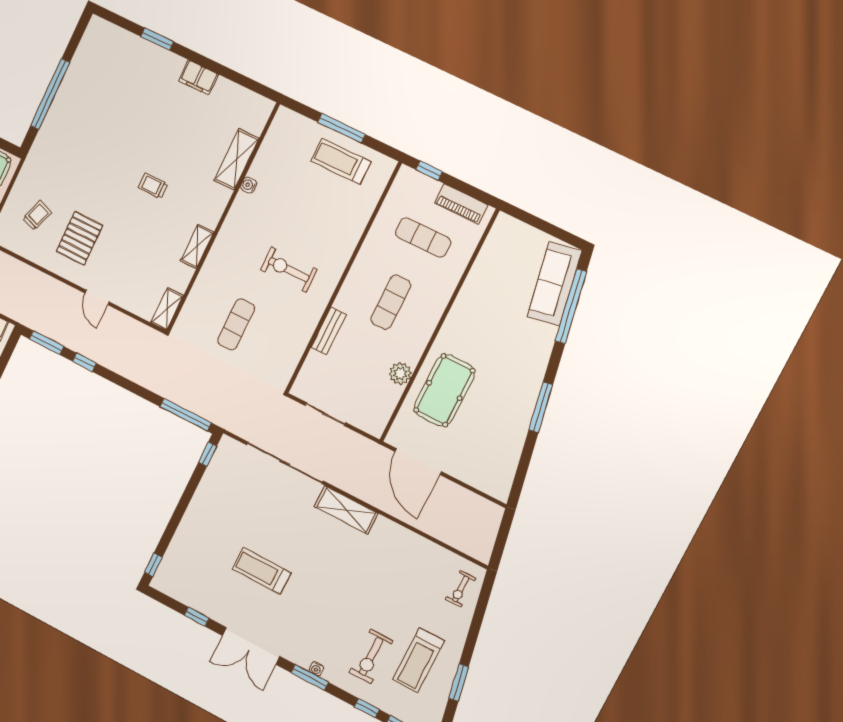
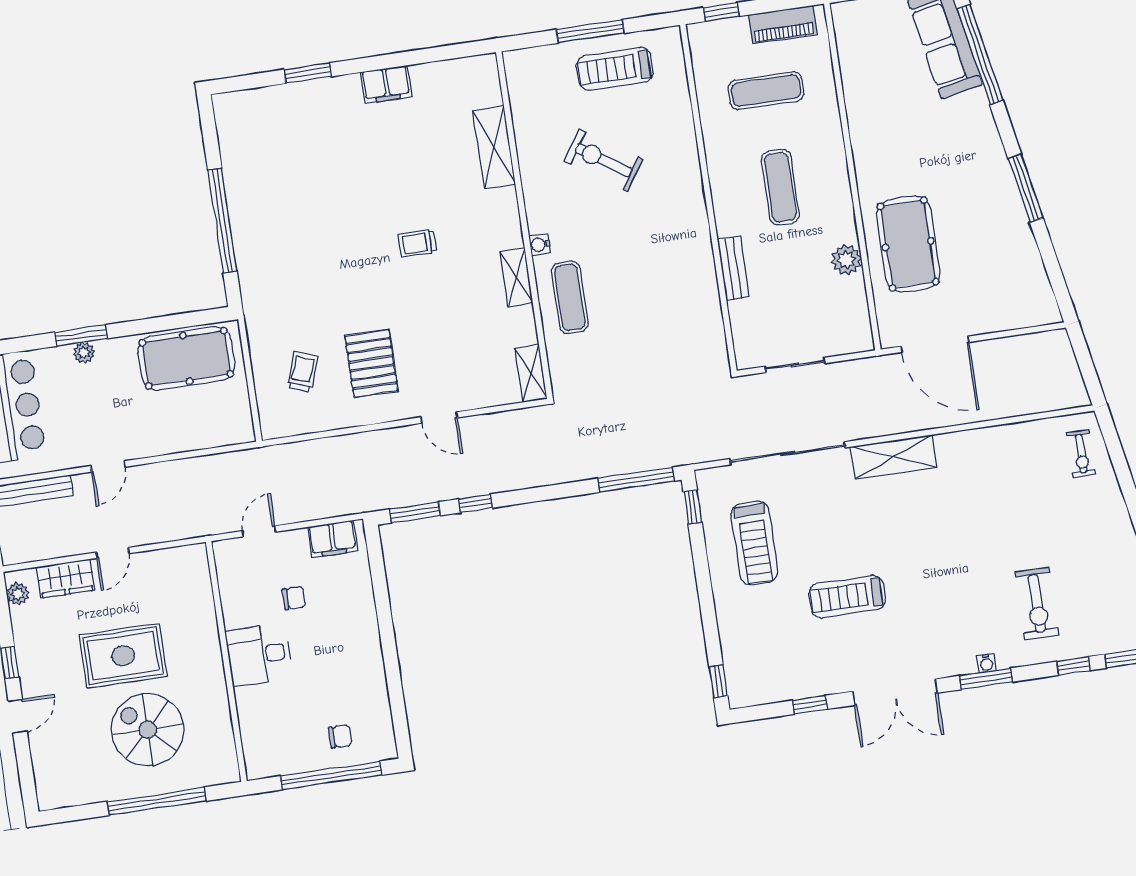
water cooler: (249, 185) -> (540, 244), moved
exercise bike: (289, 270) -> (604, 160), moved, turned 34
exercise mat: (236, 324) -> (570, 297), moved
treadmill: (418, 660) -> (755, 543), moved

